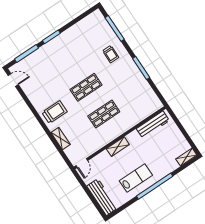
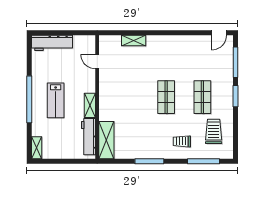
shelving: (147, 110) -> (106, 140), added
trolley: (54, 112) -> (214, 131), moved, turned 180
shop shelf: (104, 114) -> (202, 97), moved
shelving: (118, 147) -> (90, 105), moved
door: (82, 163) -> (97, 62), moved
lab bench: (136, 178) -> (56, 100), moved

